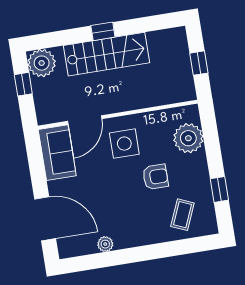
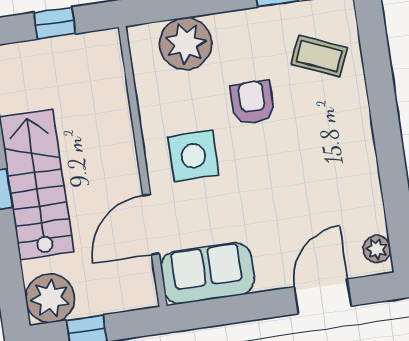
door: (85, 120) -> (151, 224), swing flipped
door: (45, 219) -> (323, 296), width x0.73
plant: (105, 244) -> (377, 249), moved

